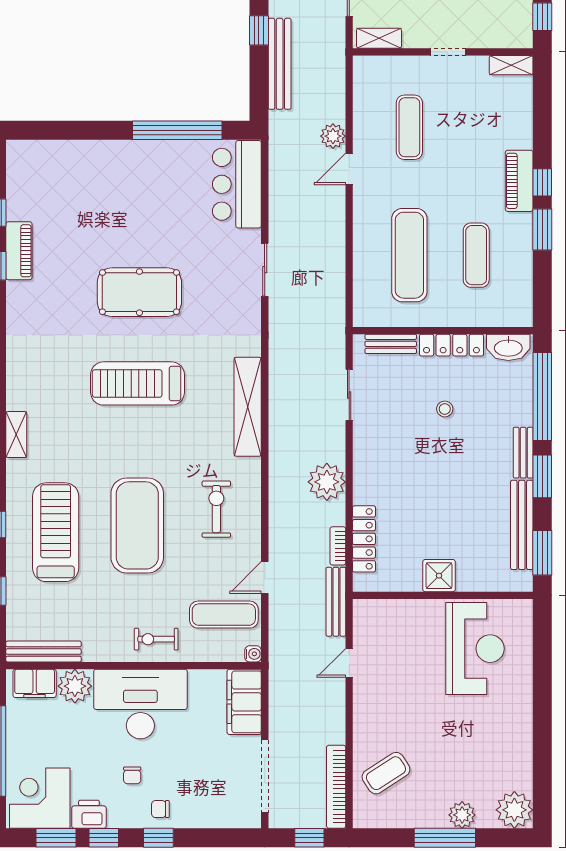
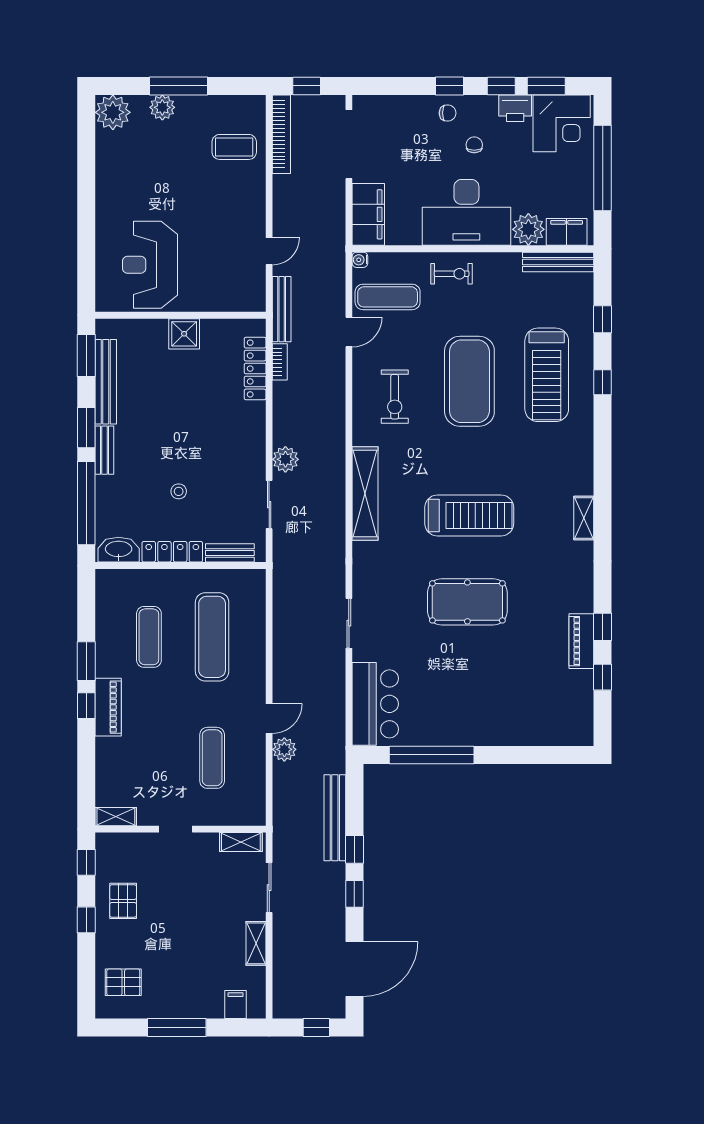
shelving: (16, 435) -> (584, 518), moved
plant: (327, 482) -> (285, 459), moved, width x0.73, depth x0.73
coffee table: (386, 773) -> (234, 147), turned 33

